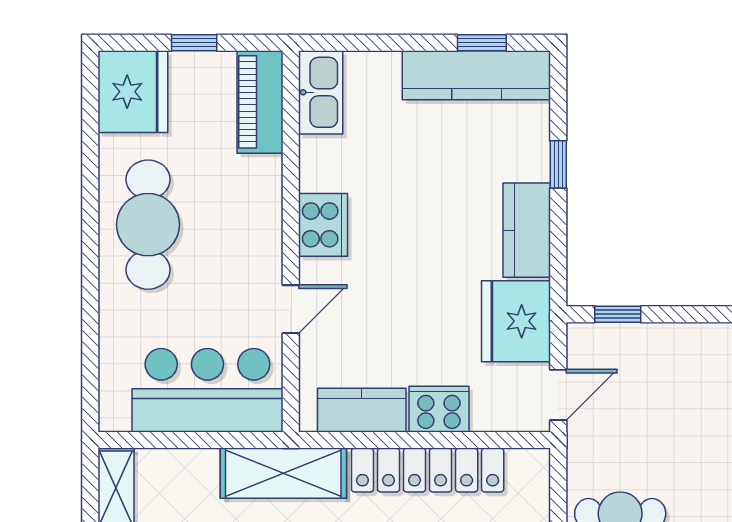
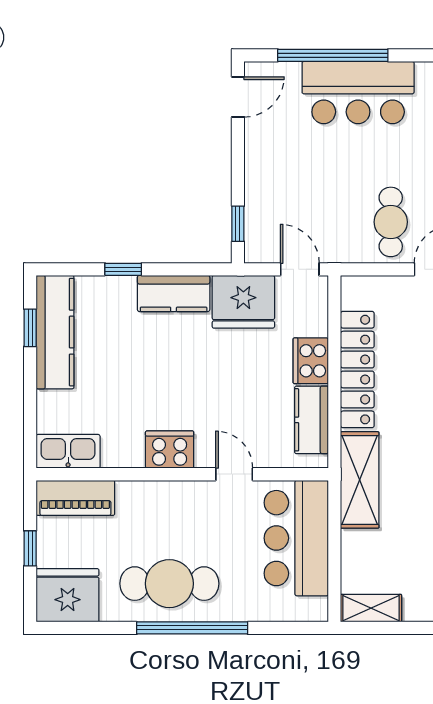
window: (90, 254) -> (192, 628), added

